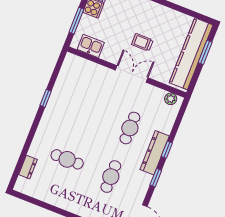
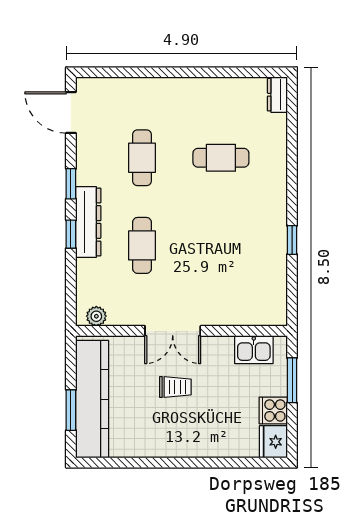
dresser: (28, 167) -> (277, 95), moved

